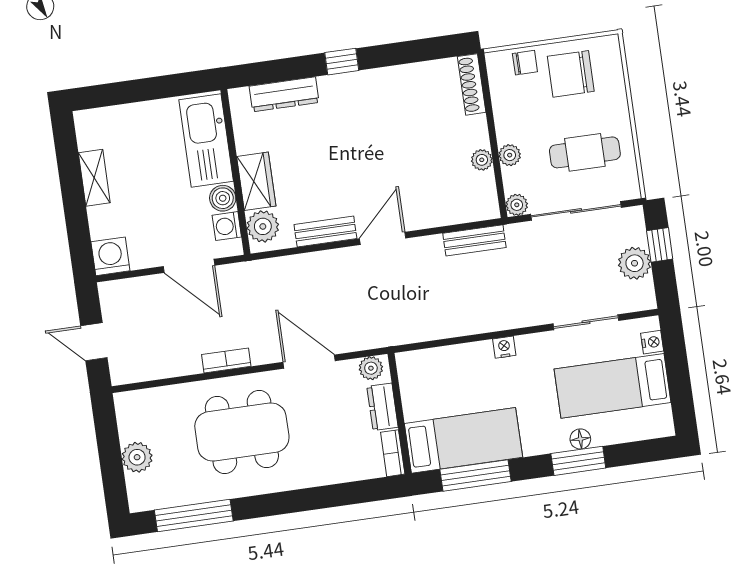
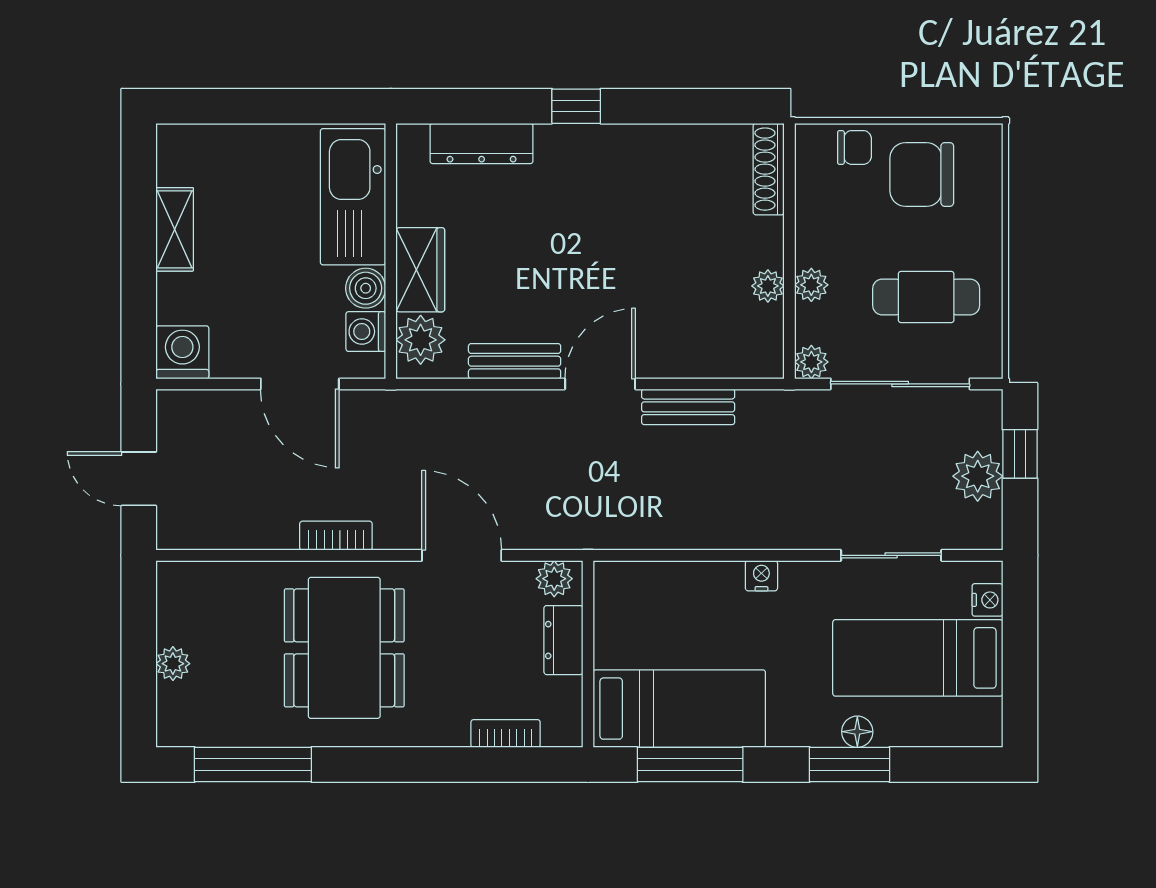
bench: (474, 240) -> (688, 407), moved
dining table: (242, 432) -> (344, 648), turned 90
bookcase: (393, 453) -> (506, 733), moved, turned 90
plant: (137, 457) -> (173, 664), width x0.73, depth x0.73

